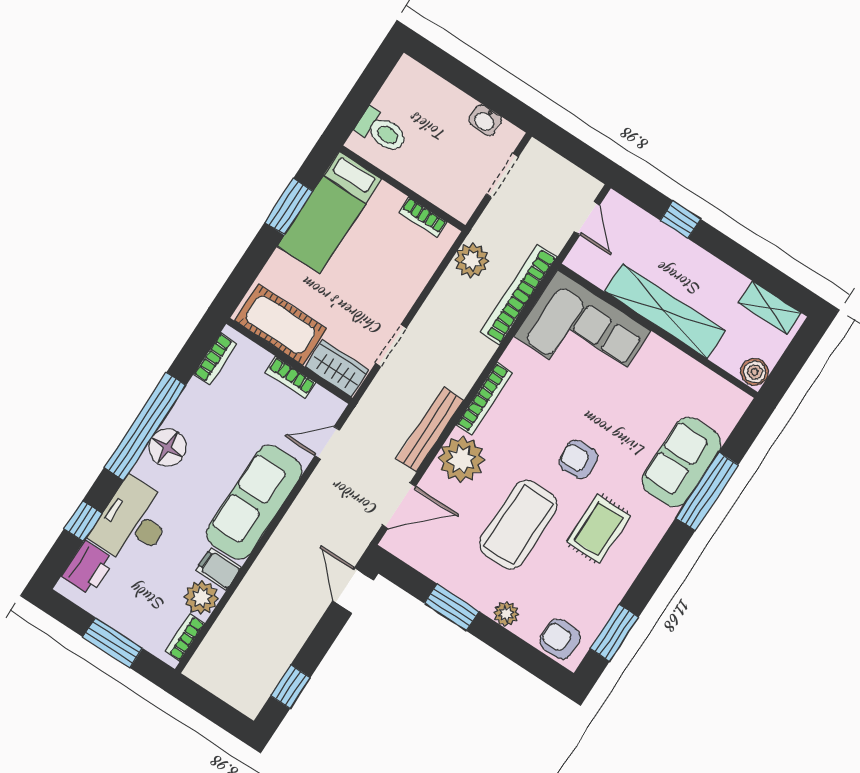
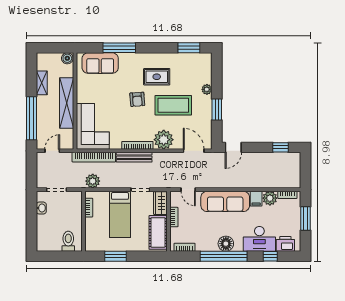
bed: (330, 212) -> (120, 214), moved, turned 90
window: (680, 220) -> (32, 118), width x3.17
shelving: (770, 308) -> (42, 83), moved
bench: (430, 430) -> (134, 157), moved
sofa: (682, 462) -> (100, 63), moved
armchair: (560, 639) -> (203, 65), removed

